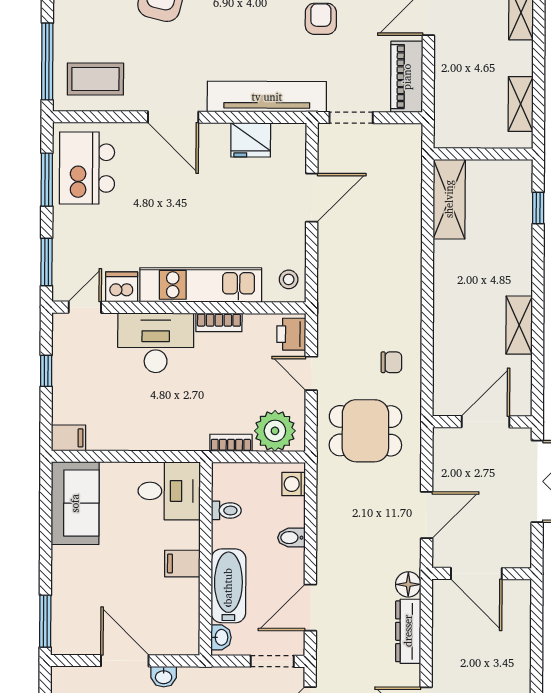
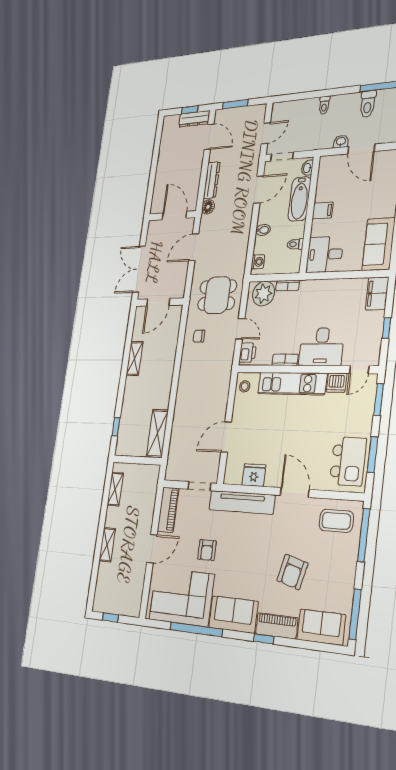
filing cabinet: (69, 438) -> (377, 293), width x2.00

